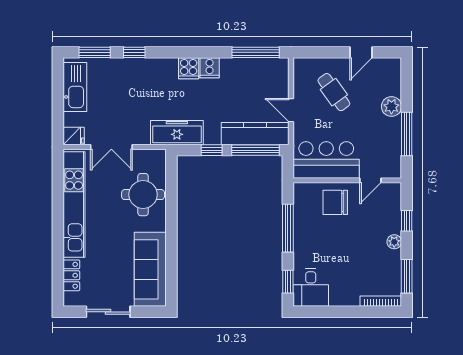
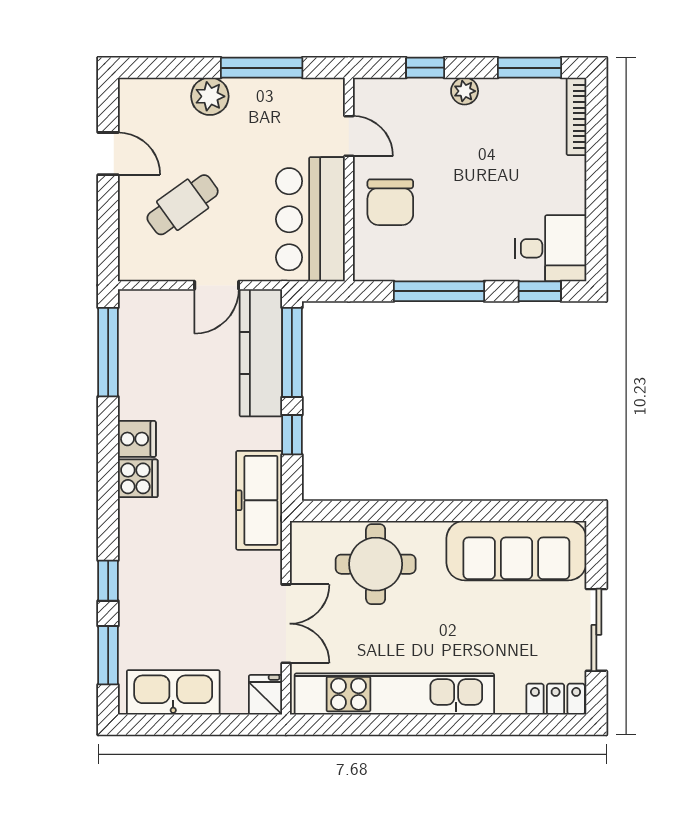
locker: (71, 275) -> (556, 699), moved

